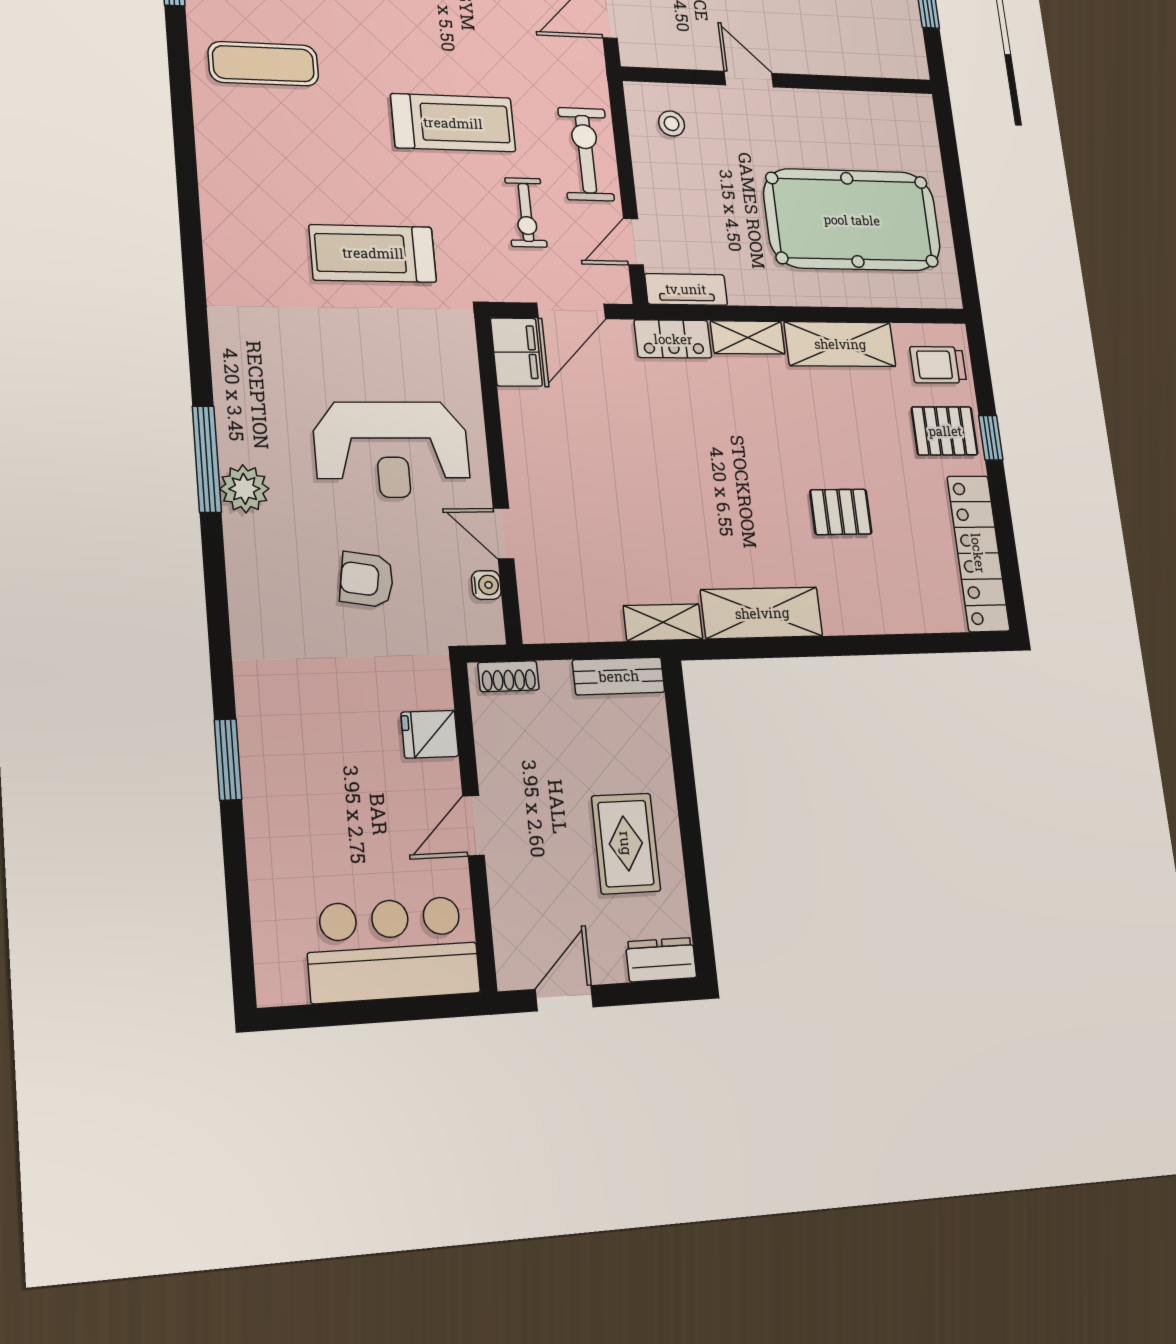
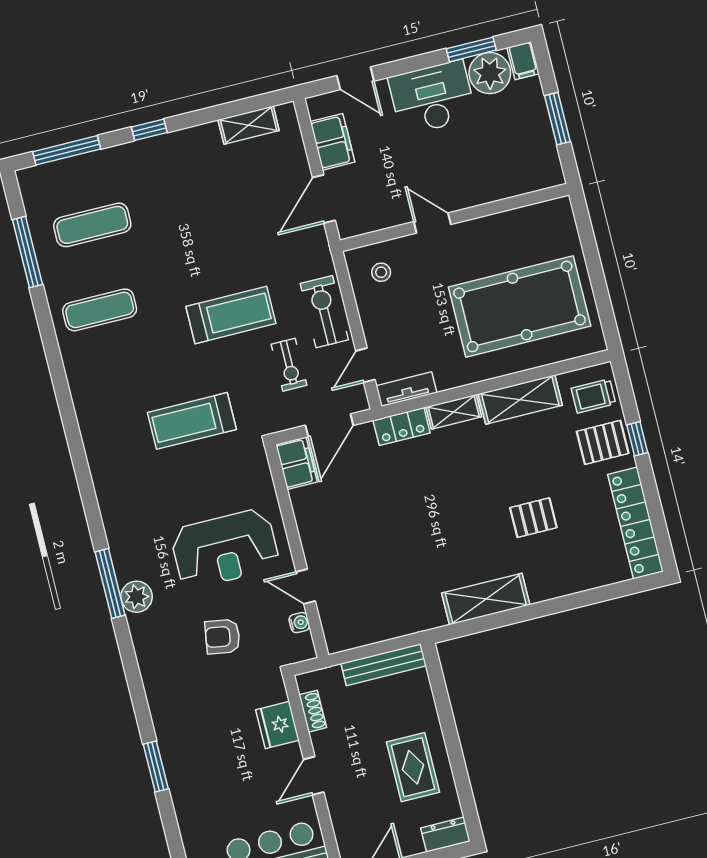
shelving: (663, 622) -> (419, 620), removed
shoe rack: (508, 676) -> (313, 711), moved, turned -90
bench: (619, 676) -> (384, 665), width x1.36
fridge: (430, 734) -> (277, 725), width x1.38

